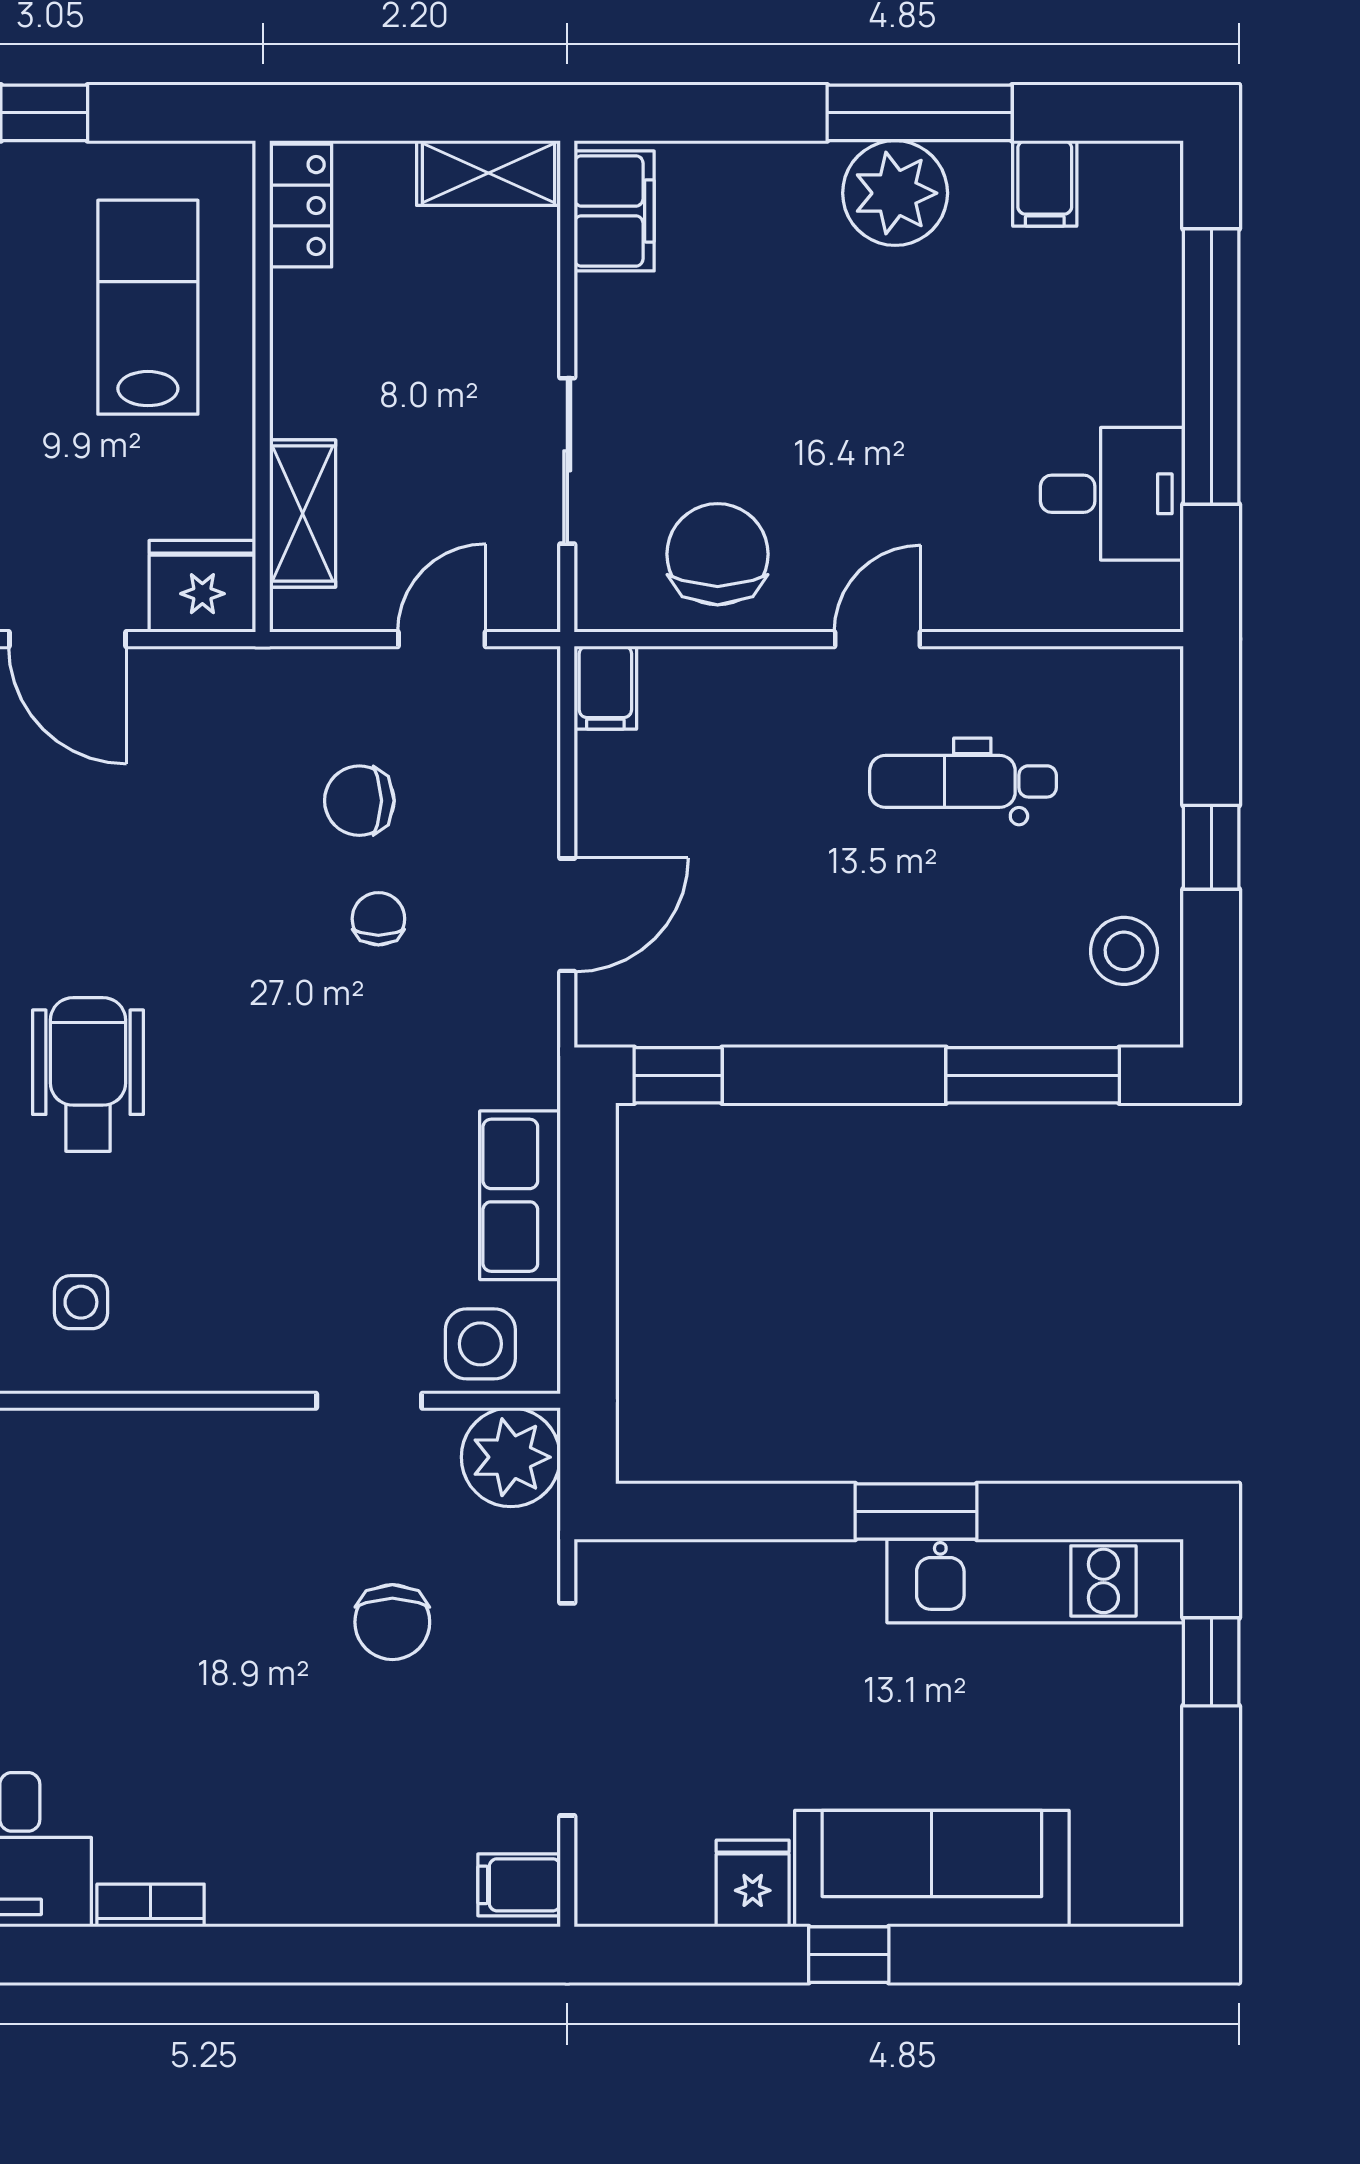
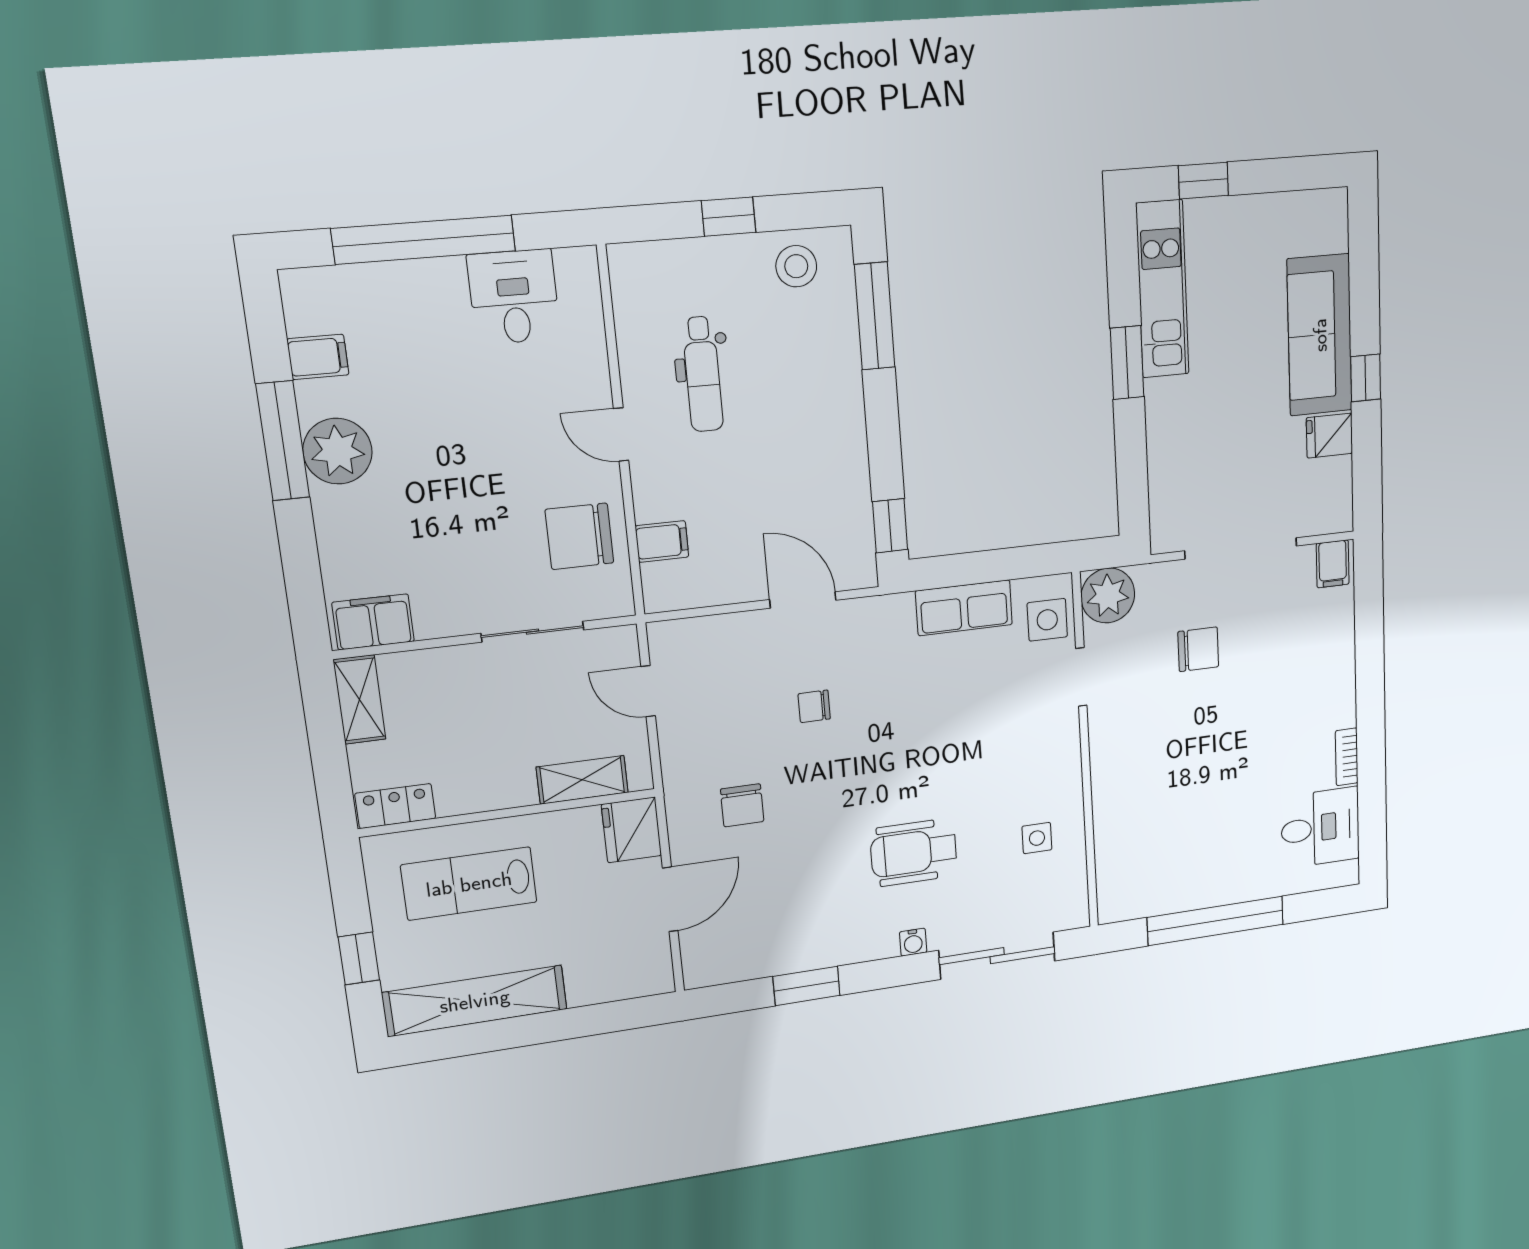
filing cabinet: (605, 688) -> (662, 541), moved
chair: (359, 801) -> (742, 805), moved

